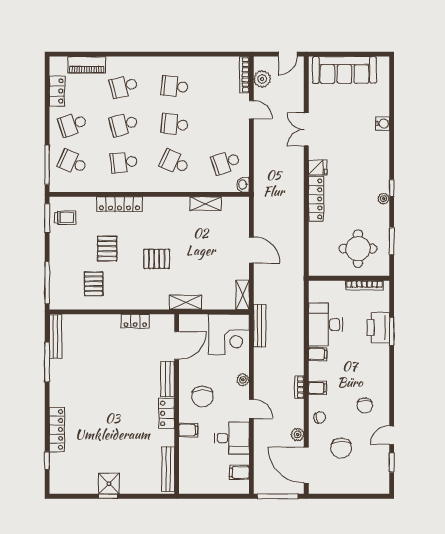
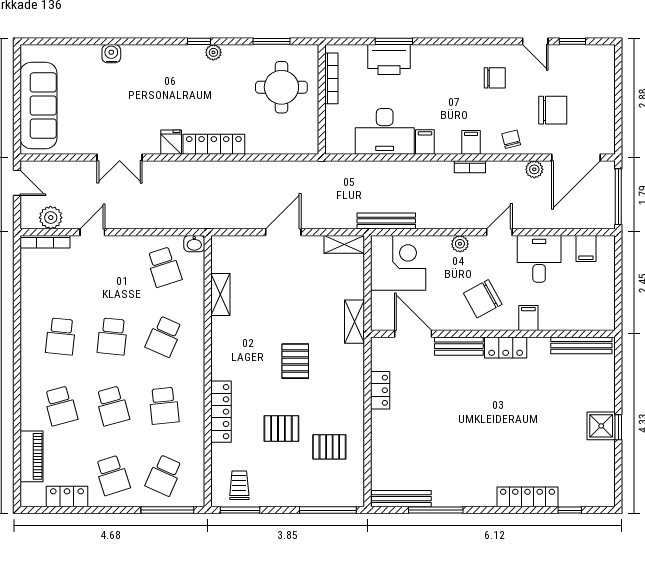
chair: (202, 397) -> (483, 299), turned 151

